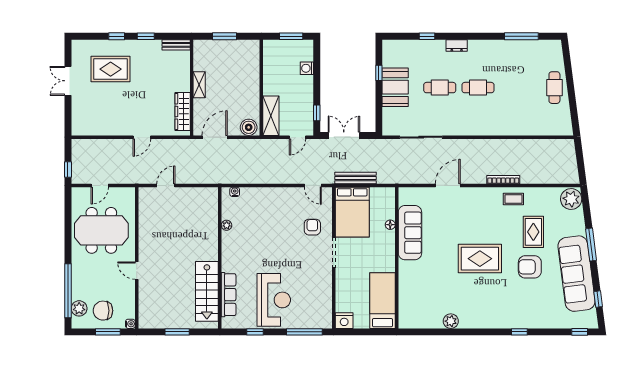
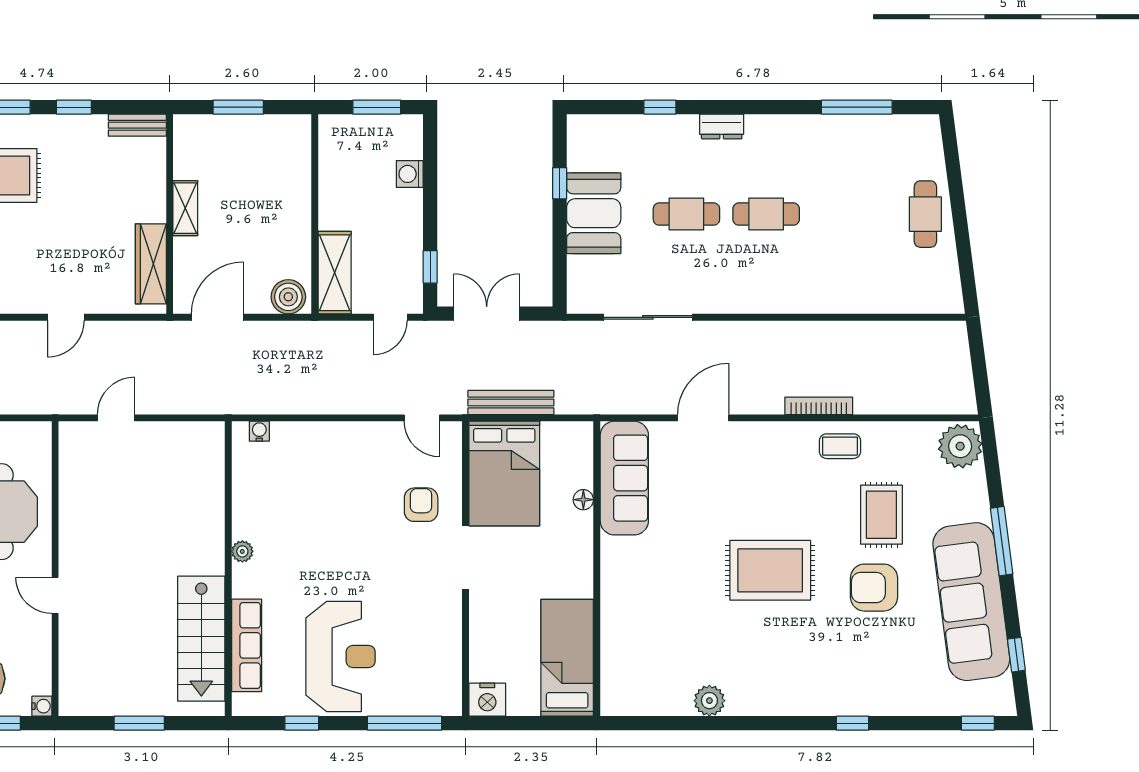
plant: (227, 225) -> (242, 551), moved
sofa: (410, 233) -> (624, 478), moved

